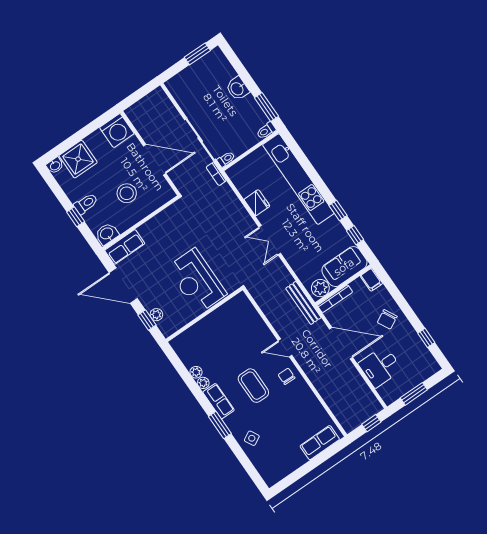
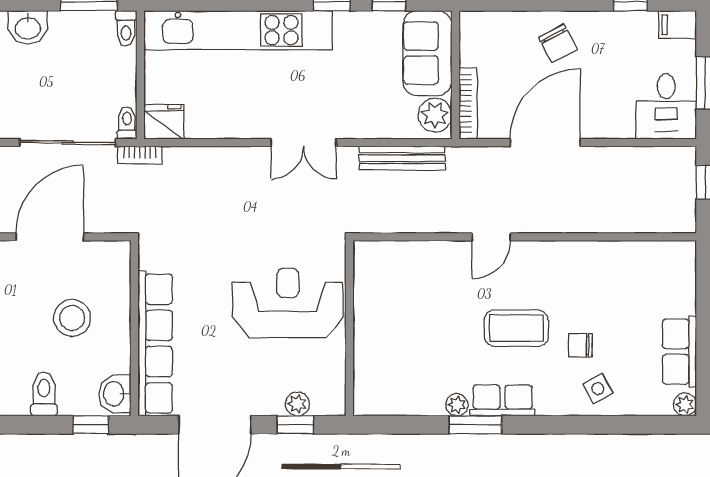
fridge: (257, 203) -> (164, 122), moved
window: (76, 217) -> (91, 425), moved
row of seats: (125, 247) -> (155, 343), width x2.02
filing cabinet: (371, 280) -> (678, 25), moved, turned 180
reception desk: (197, 281) -> (288, 303), turned 180
bench: (303, 303) -> (402, 158), moved
desk: (380, 367) -> (666, 106), moved
plant: (196, 372) -> (685, 404), moved
chair: (287, 376) -> (580, 345), moved
window: (220, 425) -> (475, 425), moved
row of seats: (320, 443) -> (679, 352), moved

